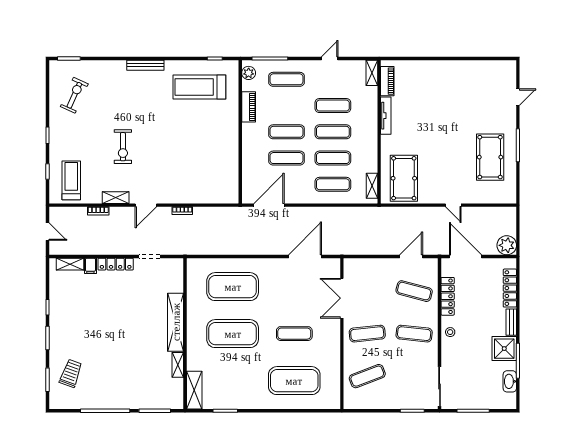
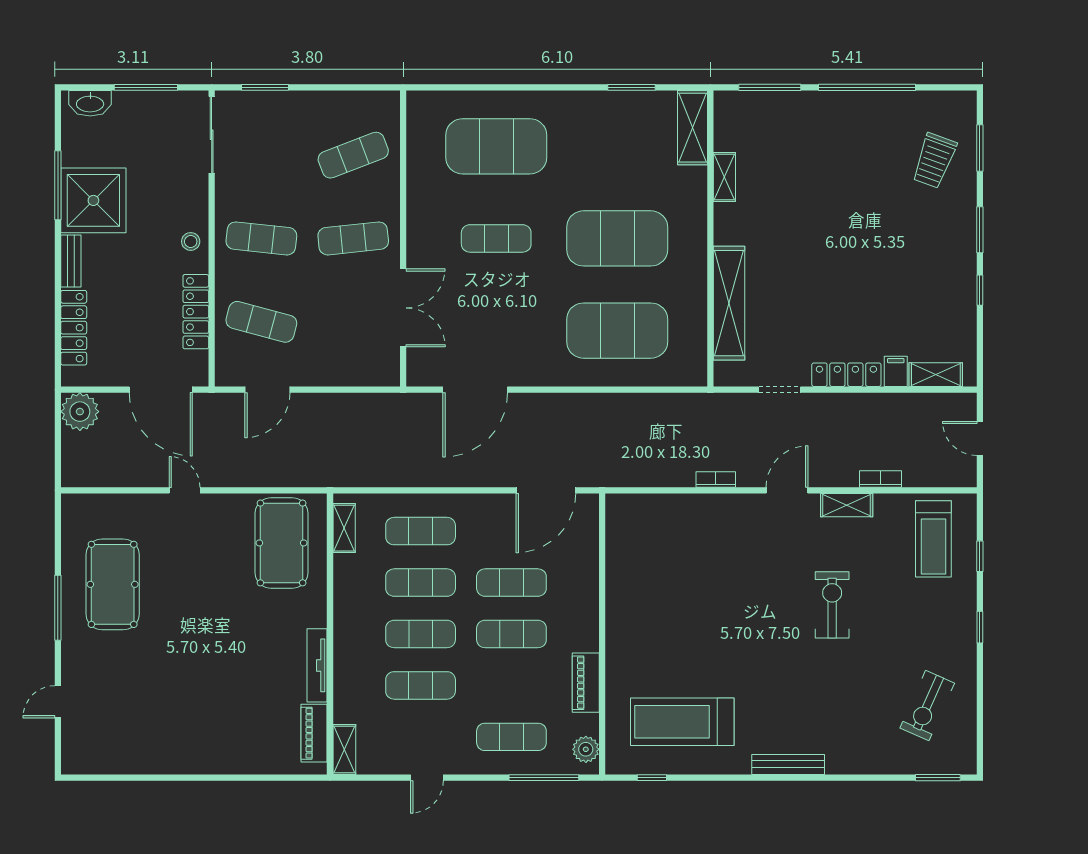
treadmill: (199, 87) -> (682, 722), turned 180
shelving: (176, 322) -> (729, 303), moved
shower: (504, 349) -> (93, 200), width x1.37, depth x1.37
washbasin: (510, 381) -> (90, 103), moved, turned 90

